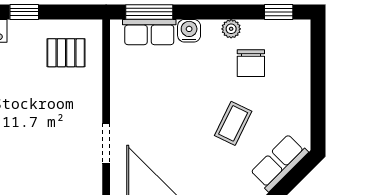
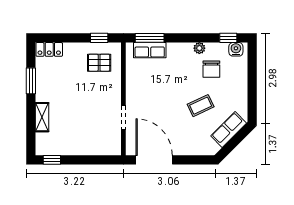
window: (24, 12) -> (99, 38), moved
water cooler: (189, 31) -> (236, 49), moved
coffee table: (233, 123) -> (201, 106), turned 39

